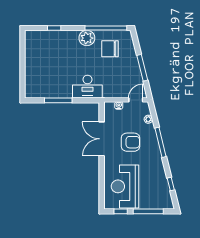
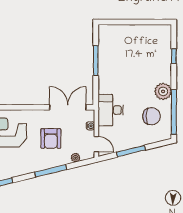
chair: (110, 49) -> (152, 116), turned 90
desk: (87, 87) -> (111, 110), moved
double door: (102, 139) -> (68, 107), moved

